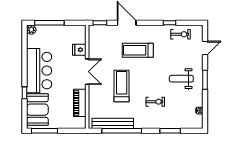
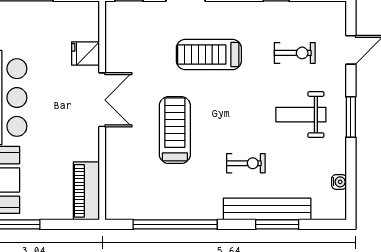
exercise bike: (180, 34) -> (295, 53), moved
piano: (80, 103) -> (86, 191), moved
bench: (113, 123) -> (267, 209), moved

